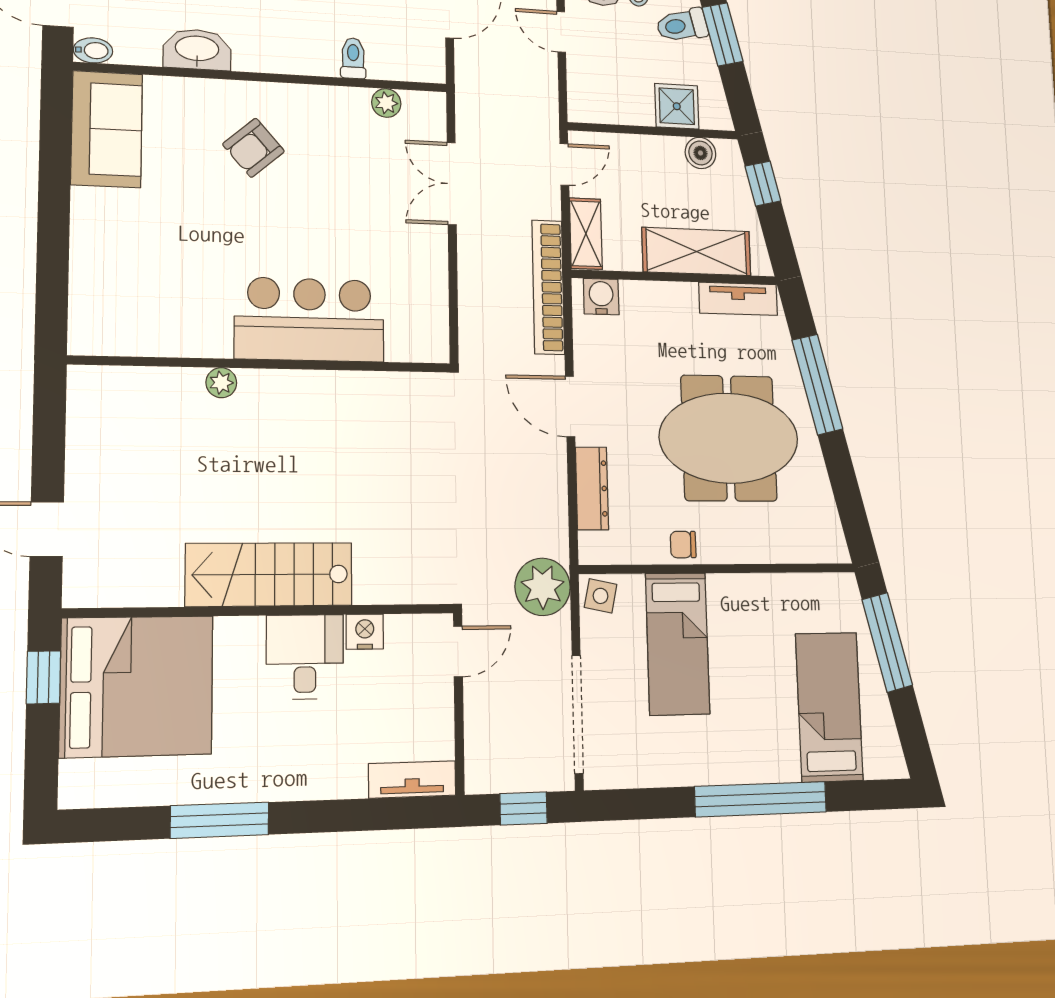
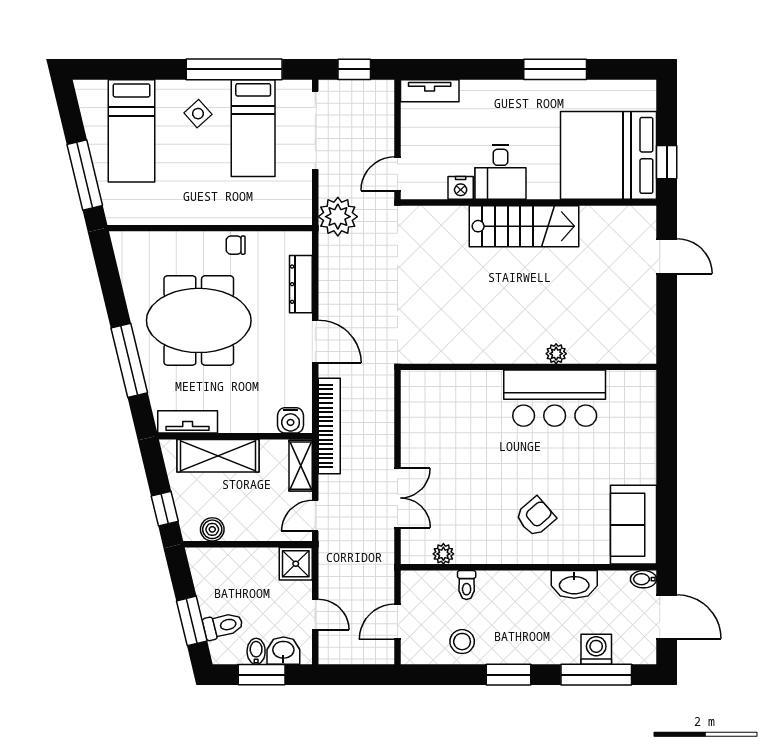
shower: (677, 106) -> (296, 564), moved
bar counter: (310, 320) -> (555, 398), moved
chair: (683, 545) -> (236, 245), turned 180
side table: (601, 596) -> (198, 114), moved, turned 36
bed: (678, 644) -> (253, 128), moved, turned 180
window: (761, 799) -> (234, 69), moved

